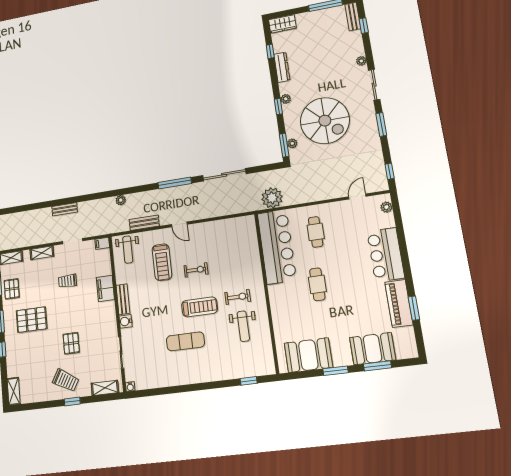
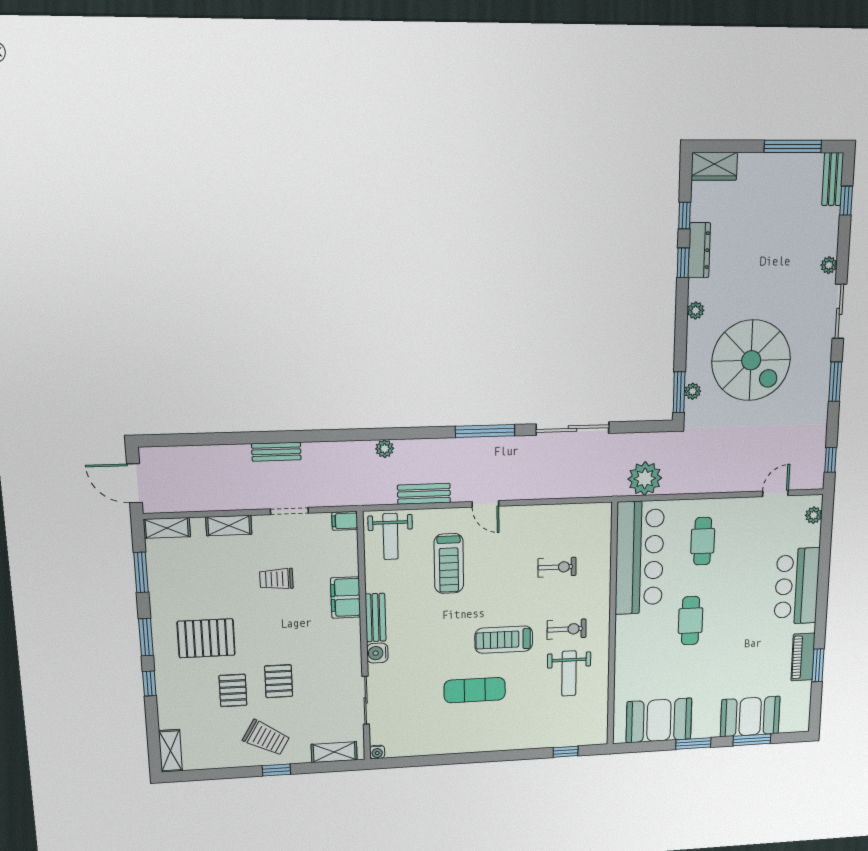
window: (278, 106) -> (683, 263), moved
exercise bike: (196, 270) -> (557, 567), moved
pallet: (12, 289) -> (233, 690), moved
piano: (399, 303) -> (803, 657), width x0.73, depth x0.75
treadmill: (200, 307) -> (504, 640), turned 180

